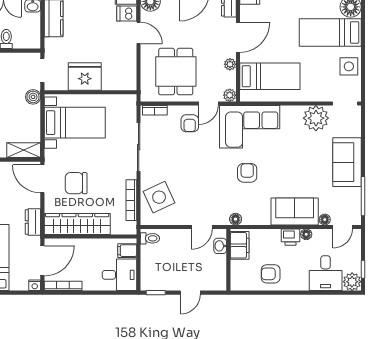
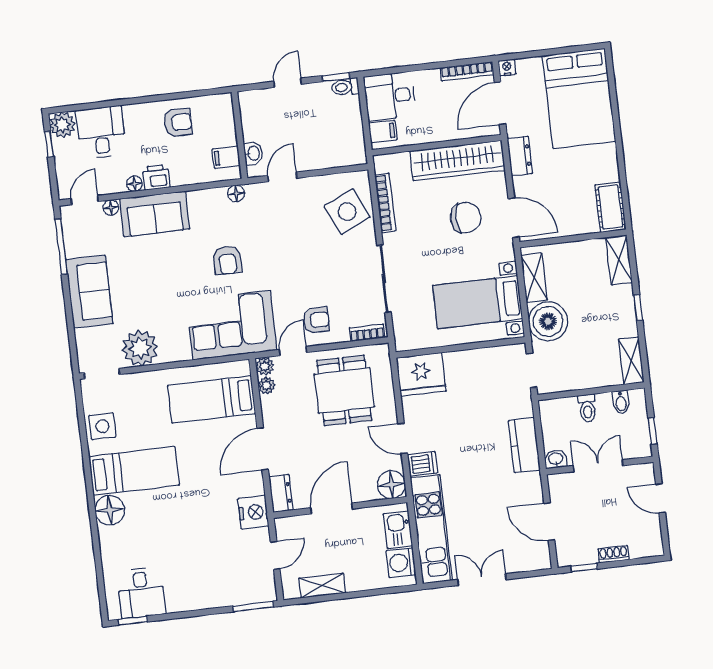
plant: (230, 64) -> (266, 385), moved
fridge: (85, 77) -> (421, 374), moved
boiler: (33, 97) -> (548, 321), width x1.86, depth x1.86
armchair: (190, 123) -> (316, 320), turned 90
shelving: (24, 150) -> (534, 278), moved, turned 90
toilet: (150, 238) -> (345, 87), moved
filing cabinet: (240, 245) -> (226, 157), width x0.50

